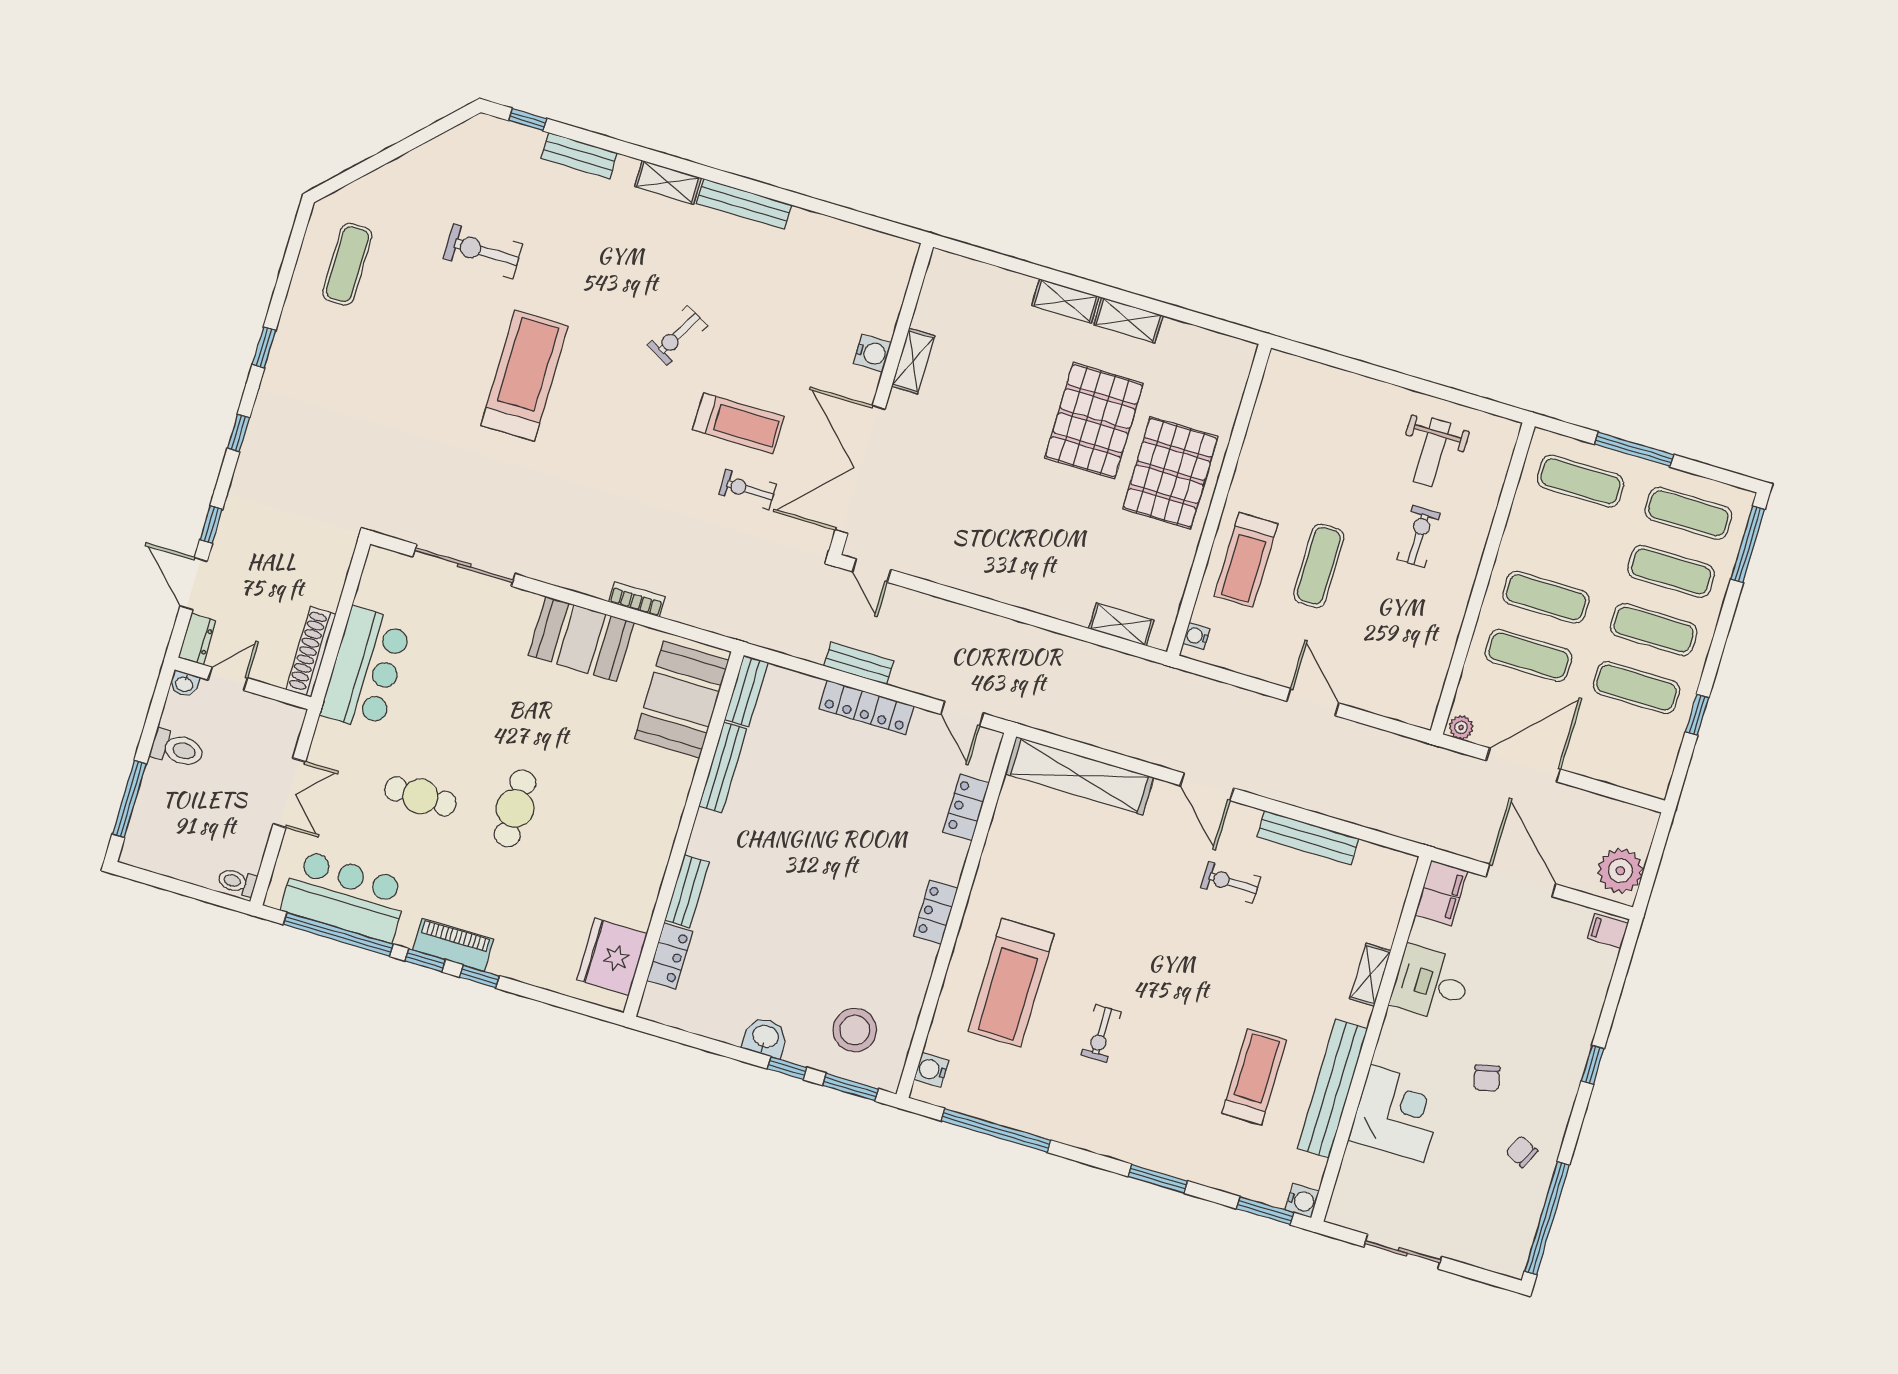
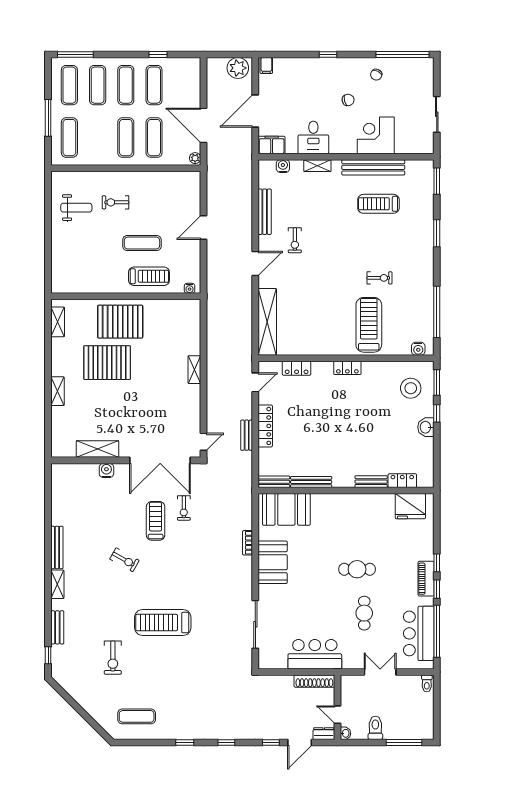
shelving: (1128, 320) -> (58, 322), moved
shelving: (913, 361) -> (98, 449), width x1.50, depth x1.33
shelving: (1121, 624) -> (194, 370), moved
treadmill: (1011, 983) -> (369, 325), turned -90
water cooler: (1302, 1201) -> (283, 166), moved

